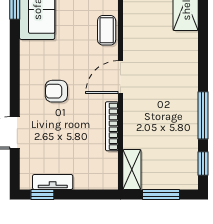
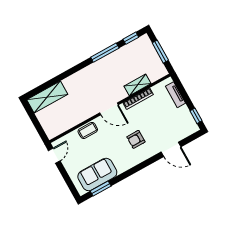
armchair: (56, 91) -> (136, 139), turned 90
shelving: (132, 169) -> (138, 85), moved
tv unit: (53, 182) -> (175, 95), moved

